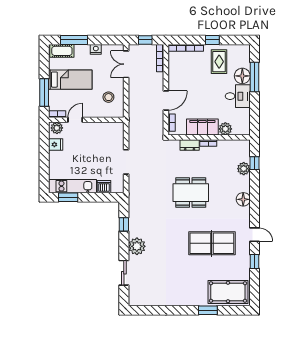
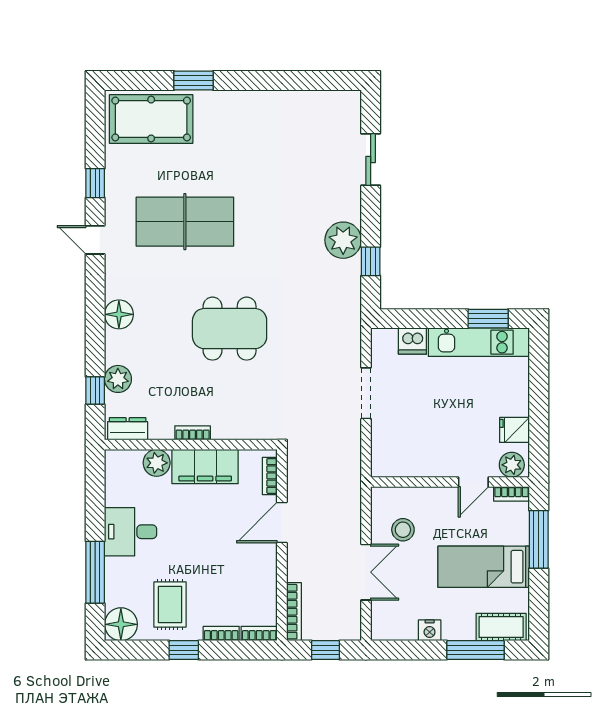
double door: (126, 64) -> (366, 572), moved
floor lamp: (242, 76) -> (121, 624), moved
dresser: (190, 145) -> (128, 429), moved
plant: (137, 246) -> (343, 240), moved

